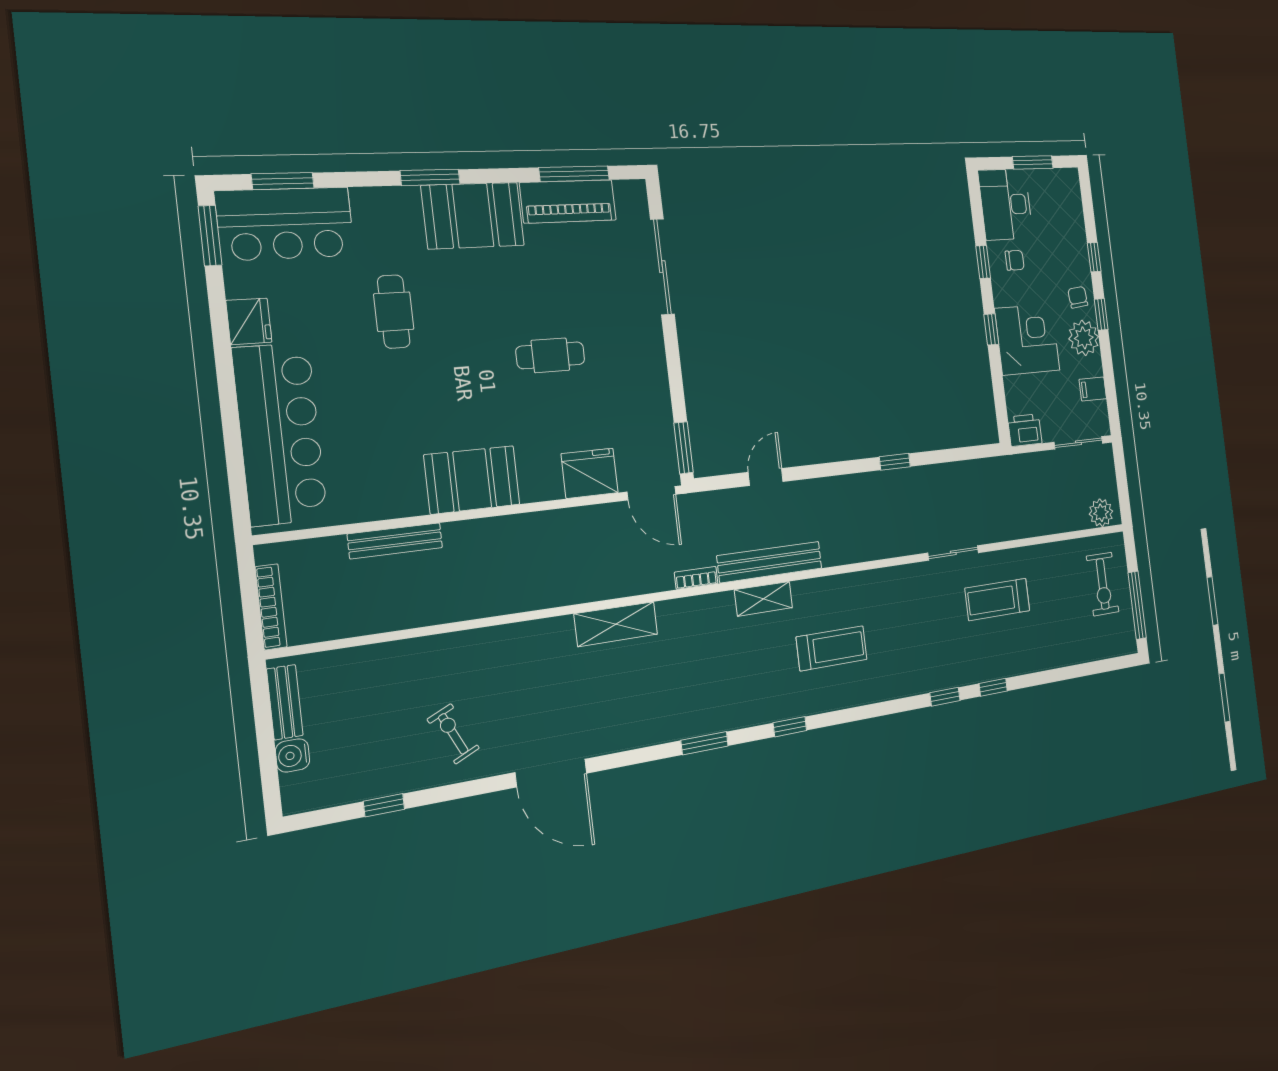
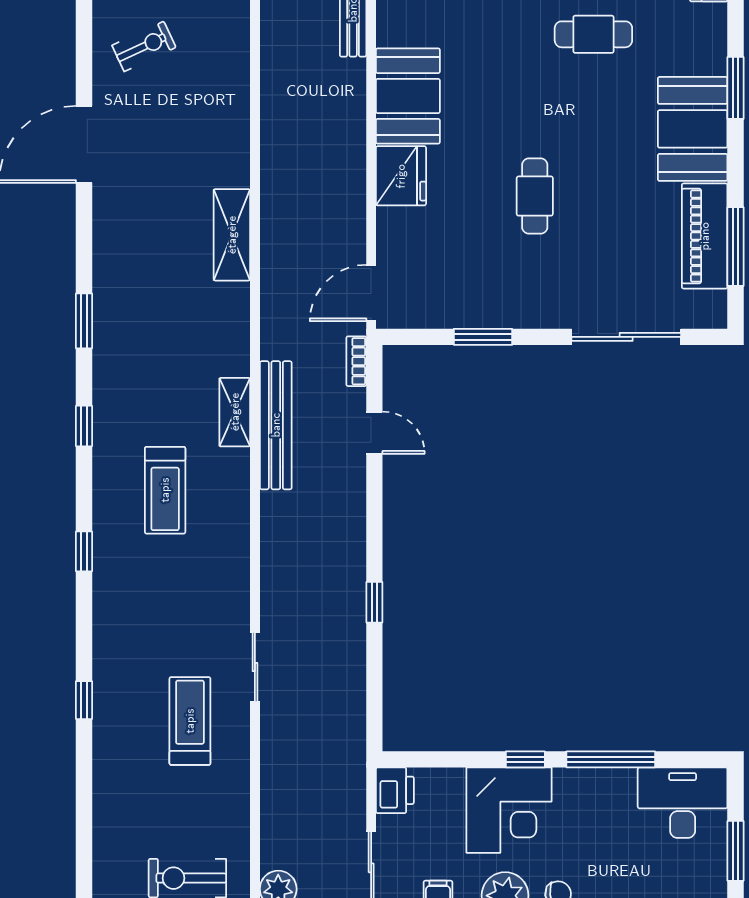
chair: (1015, 260) -> (611, 806), removed
window: (983, 262) -> (611, 759), width x2.17
window: (684, 448) -> (483, 337), moved
fridge: (590, 473) -> (401, 176), moved
bookcase: (696, 578) -> (356, 361), moved, turned 180
window: (945, 697) -> (84, 551), moved

